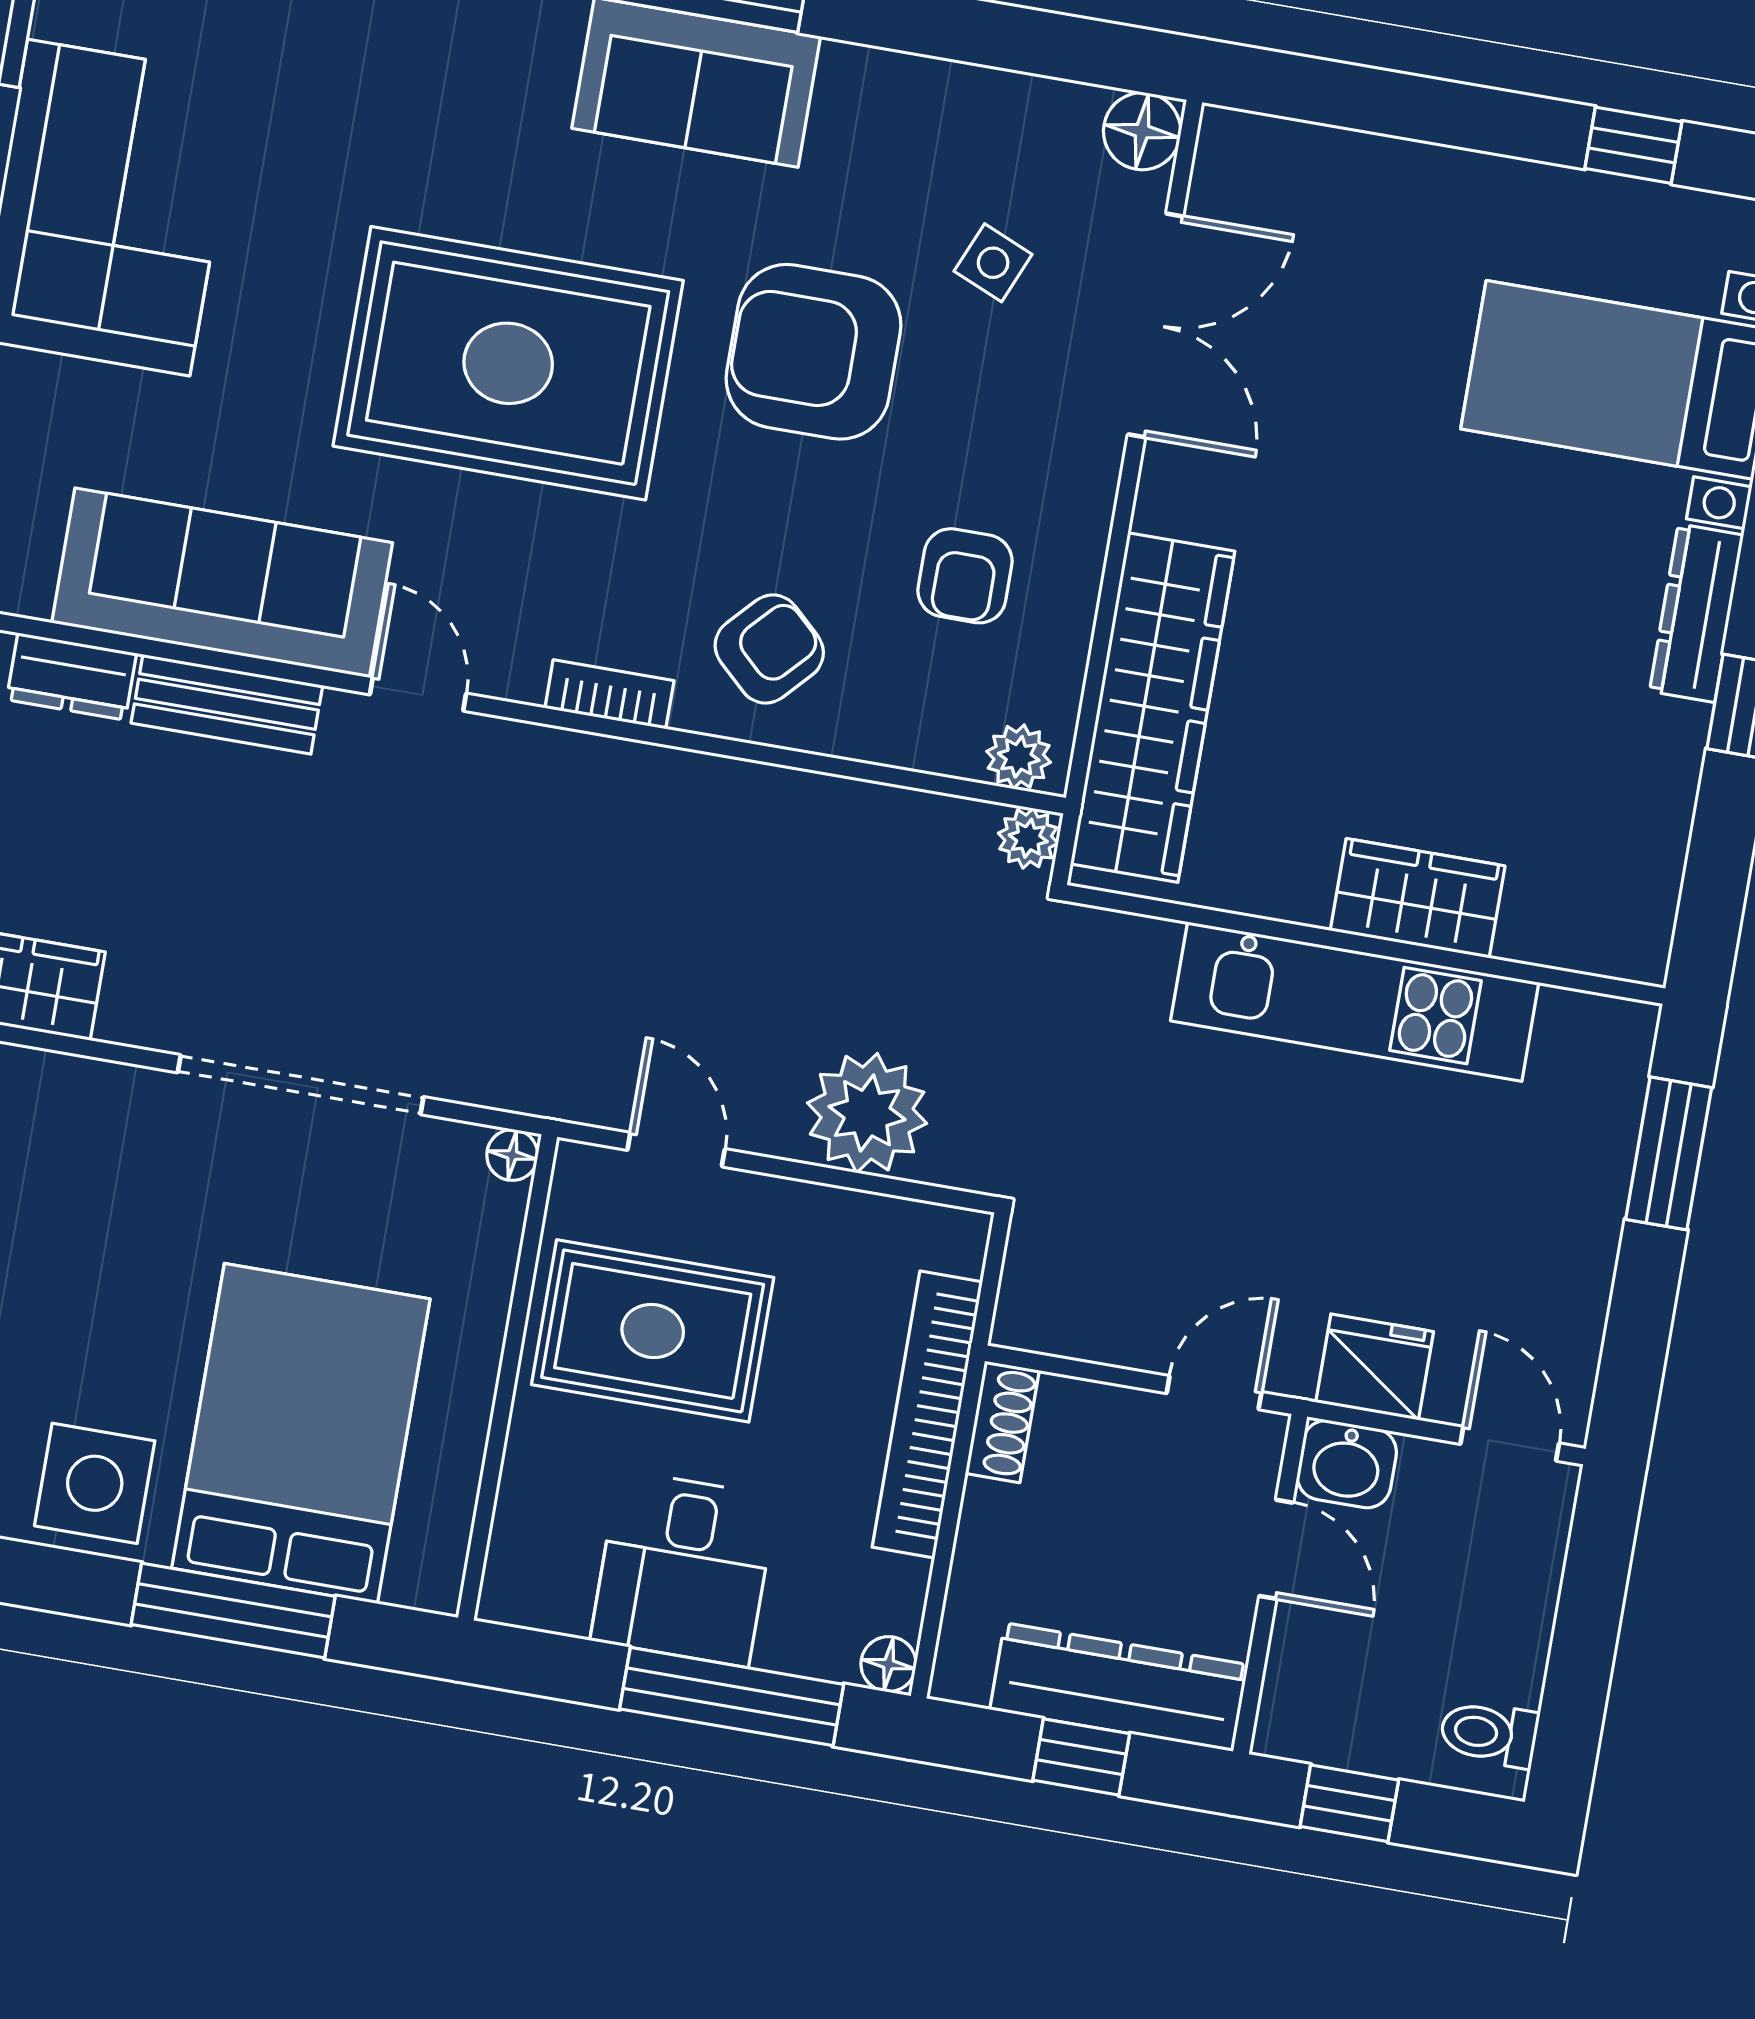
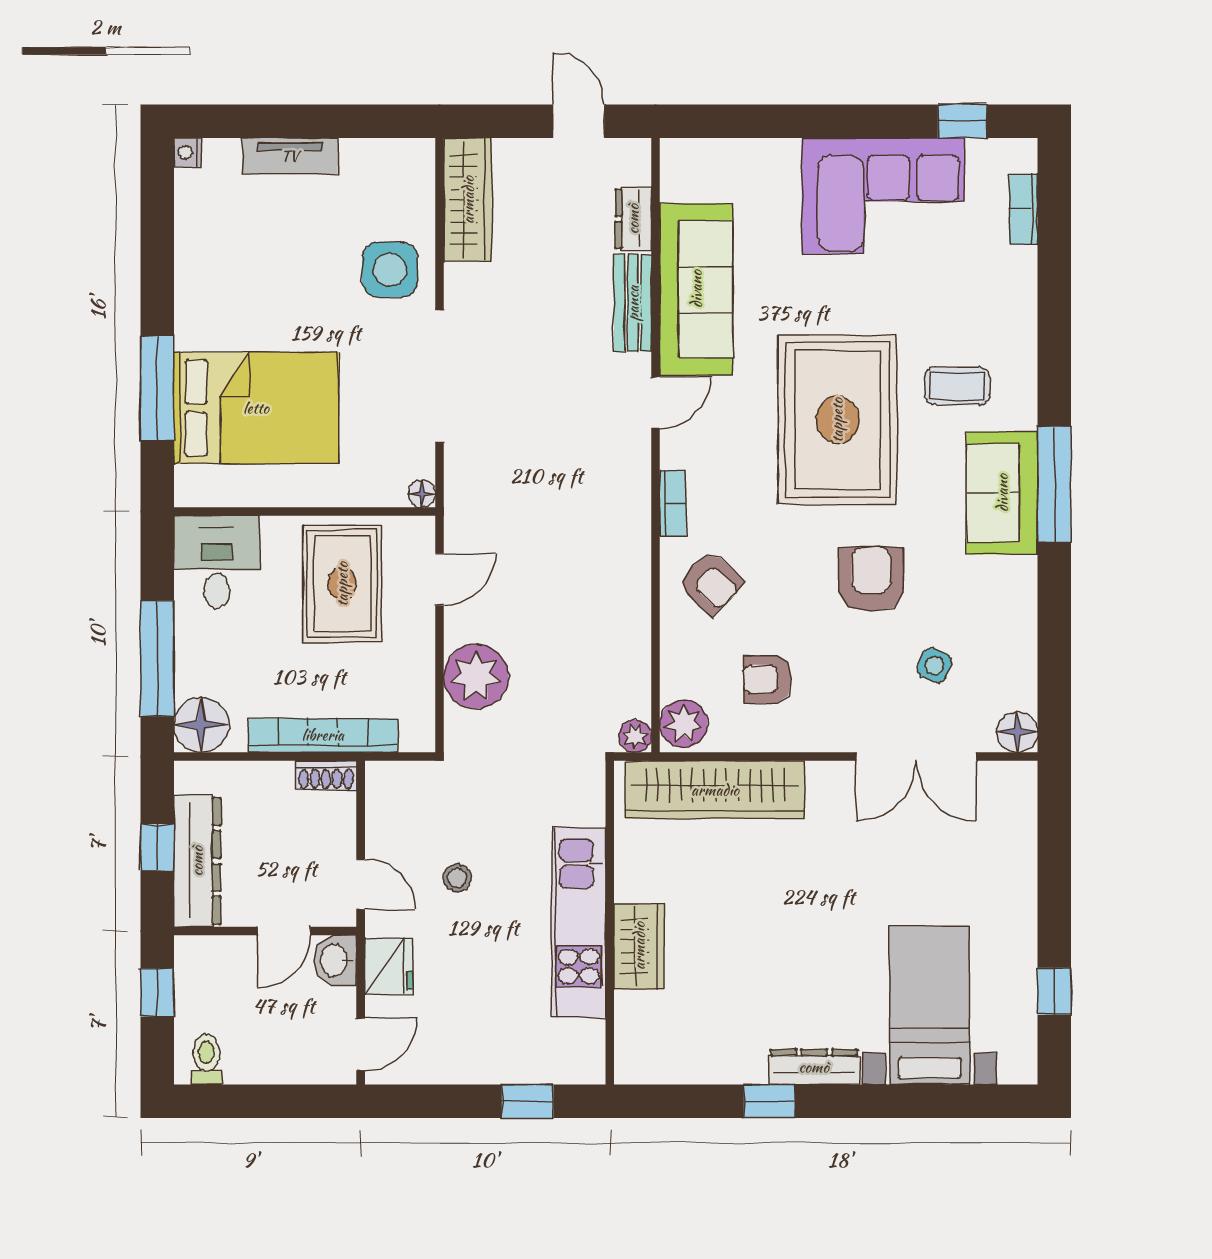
coffee table: (484, 131) -> (957, 386), added
armchair: (813, 352) -> (871, 579), width x0.73, depth x0.73
plant: (1019, 757) -> (684, 724), width x1.38, depth x1.38
window: (1669, 1153) -> (528, 1101), width x0.67
stool: (1233, 1212) -> (457, 878), added
side table: (95, 1483) -> (390, 270), moved
desk: (684, 1568) -> (217, 562), moved, turned 90
floor lamp: (889, 1664) -> (201, 725), width x1.89, depth x1.89

